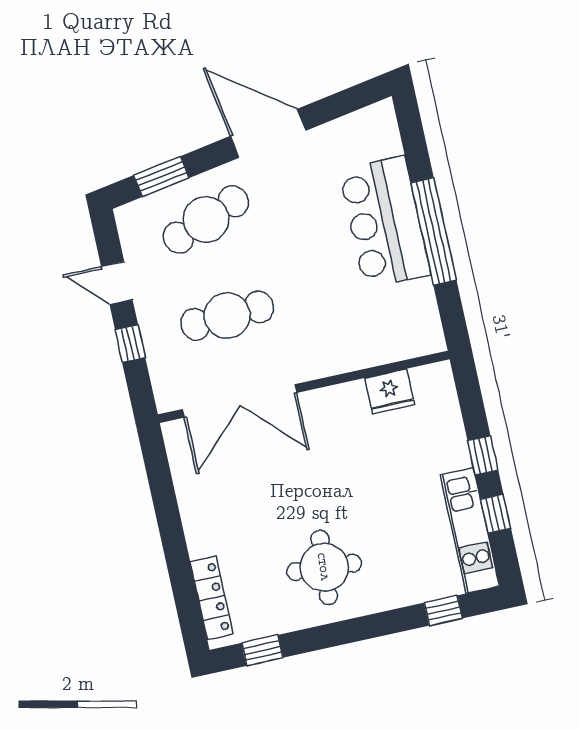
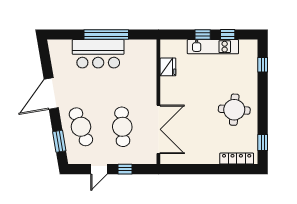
kitchen unit: (470, 531) -> (213, 47), moved

